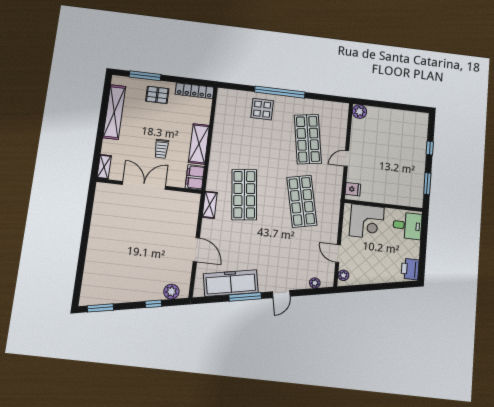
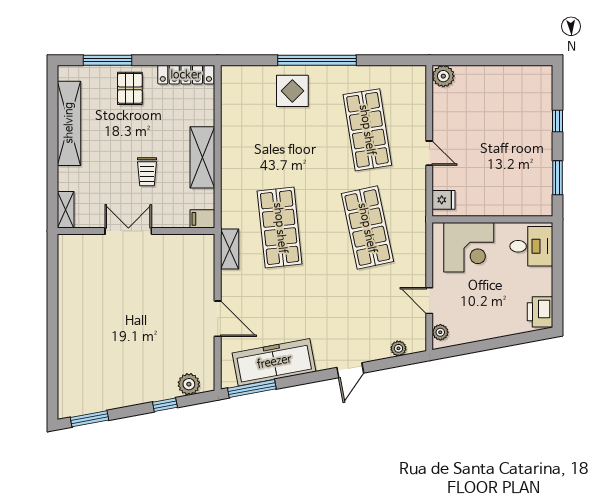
pallet: (157, 95) -> (130, 88), turned 90
door: (346, 158) -> (429, 153), swing flipped
filing cabinet: (195, 177) -> (202, 219), width x0.50
double door: (144, 185) -> (128, 231), width x0.73
window: (245, 297) -> (252, 389), moved

